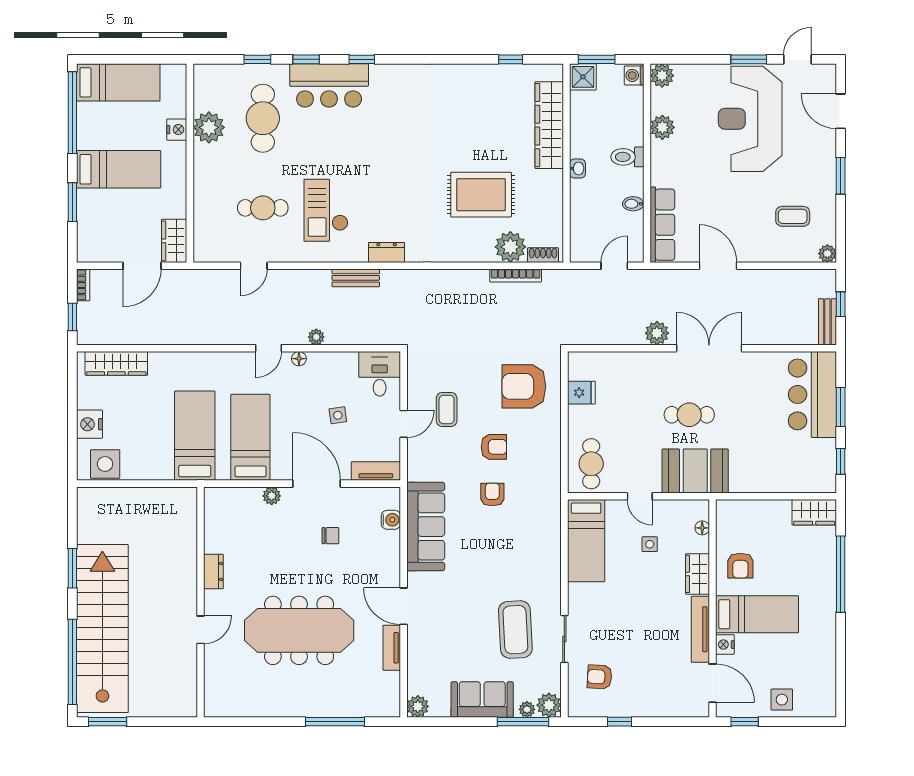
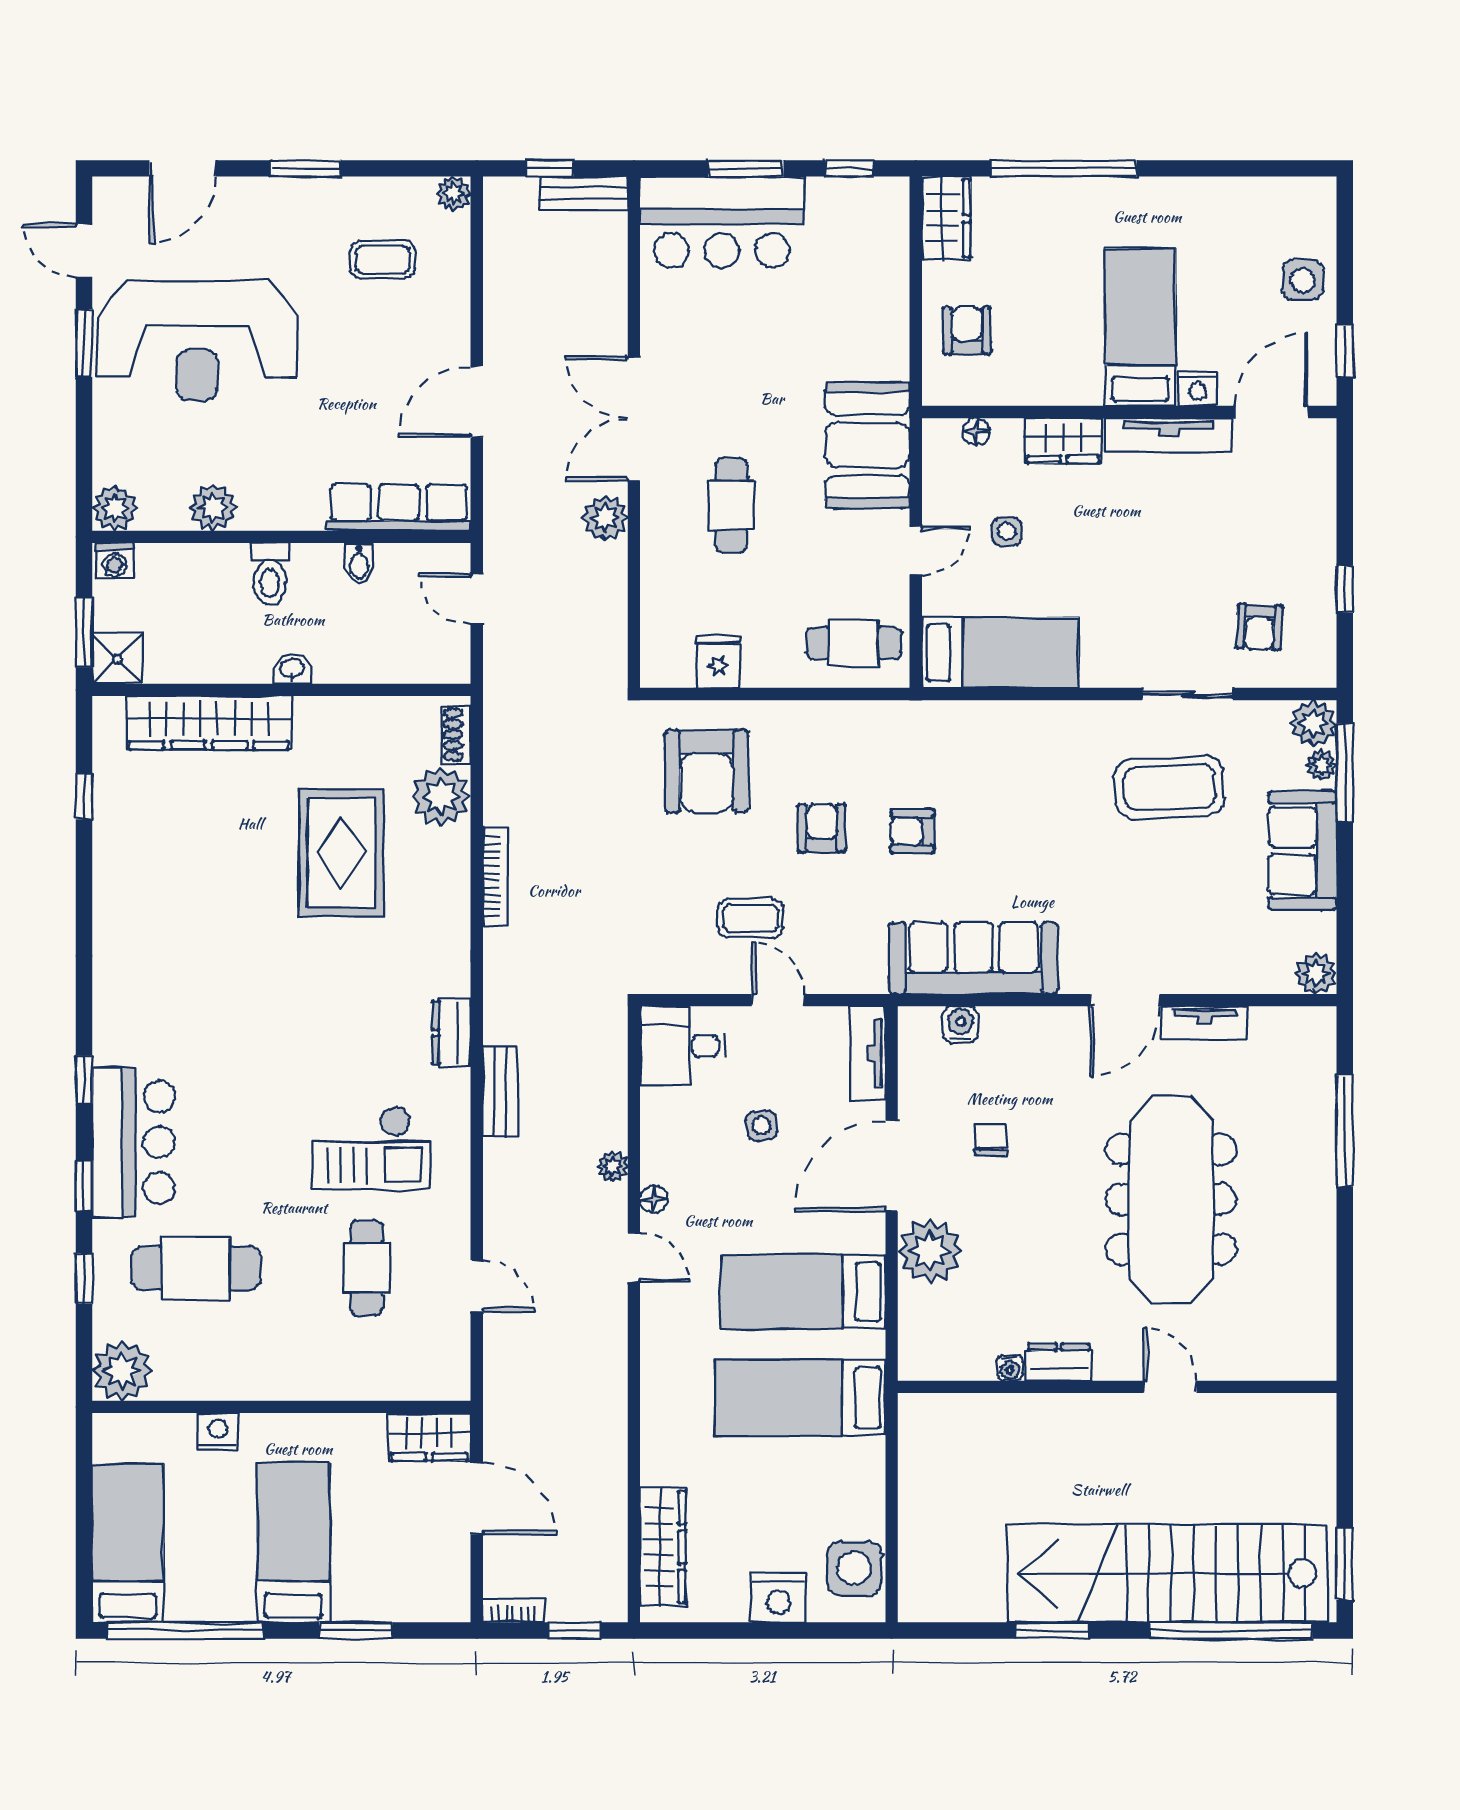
plant: (209, 127) -> (122, 1371), moved
coffee table: (793, 216) -> (383, 259), turned 90
bookcase: (516, 275) -> (495, 876), moved
cafe table: (689, 415) -> (731, 505), moved
plant: (272, 496) -> (930, 1251), width x1.87, depth x1.87
water cooler: (210, 546) -> (1010, 1368), added
armchair: (740, 566) -> (967, 331), moved, turned -91

